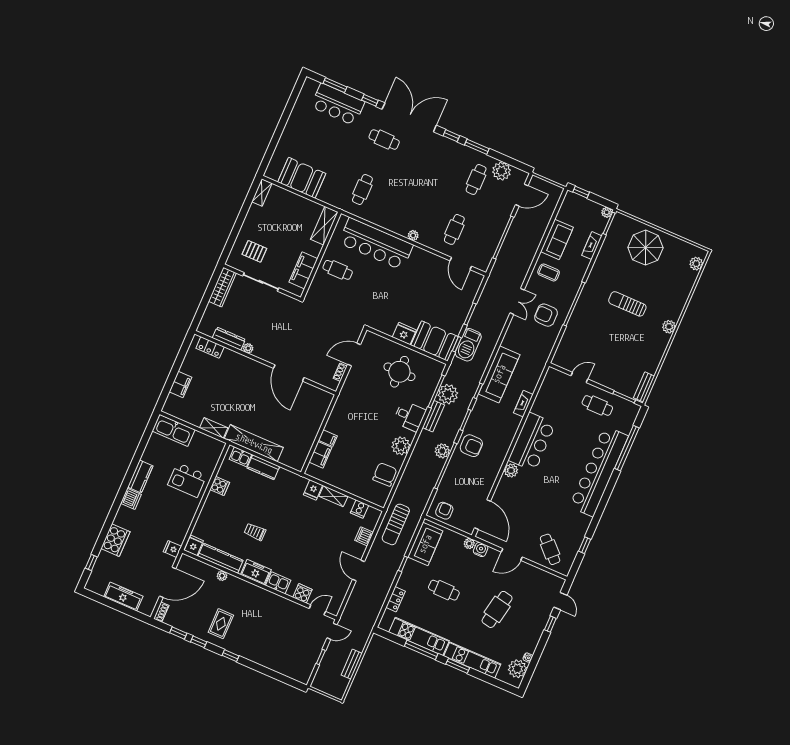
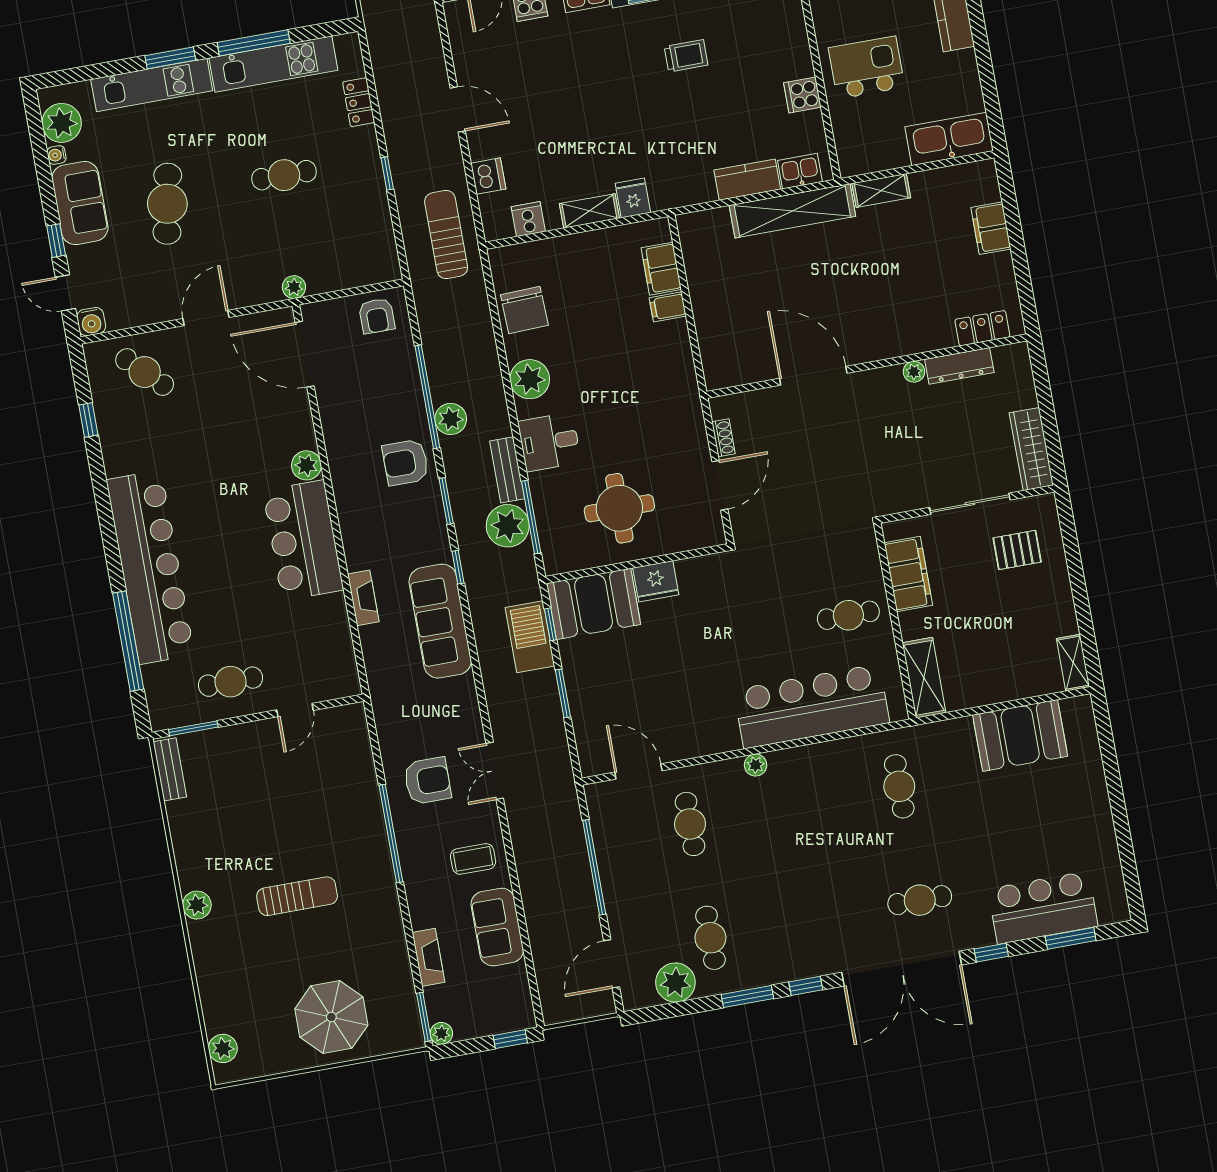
sofa: (425, 544) -> (80, 203), moved, turned 180
water cooler: (481, 550) -> (91, 322), moved

